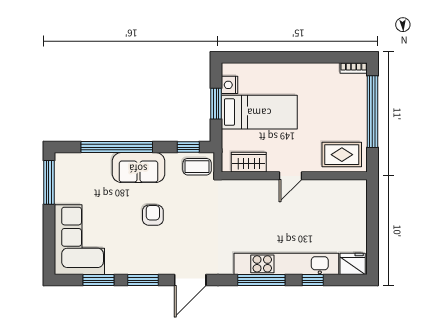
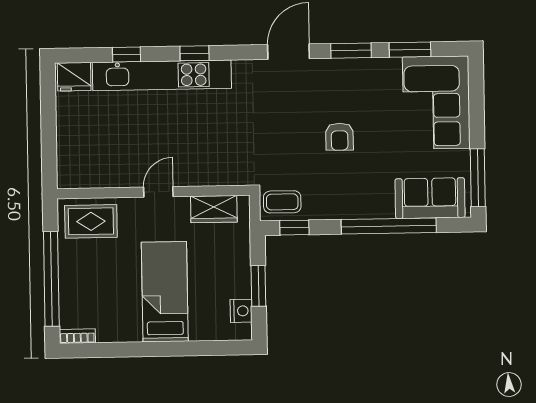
bed: (259, 112) -> (165, 292), moved, turned 90
sofa: (138, 168) -> (430, 198), moved
window: (261, 280) -> (195, 53), width x0.46

